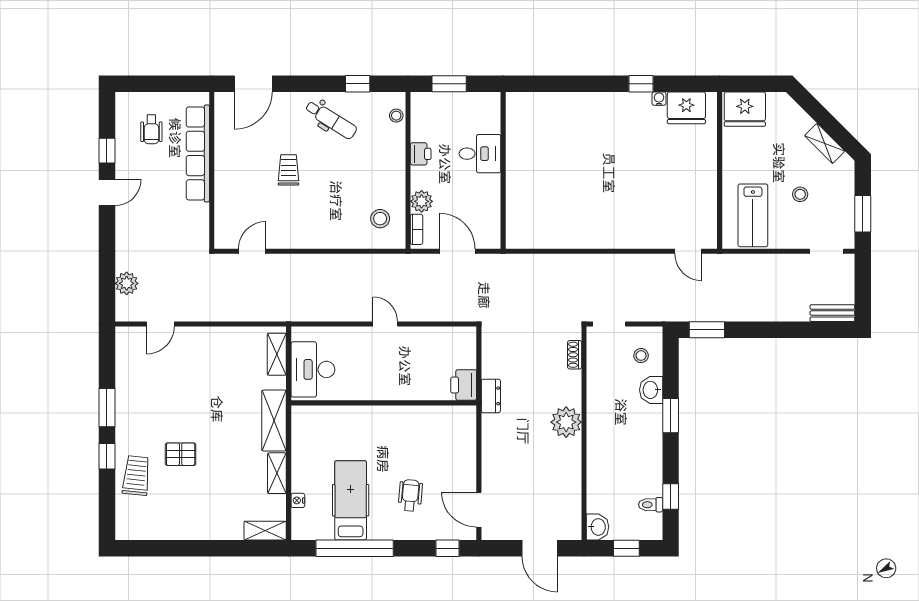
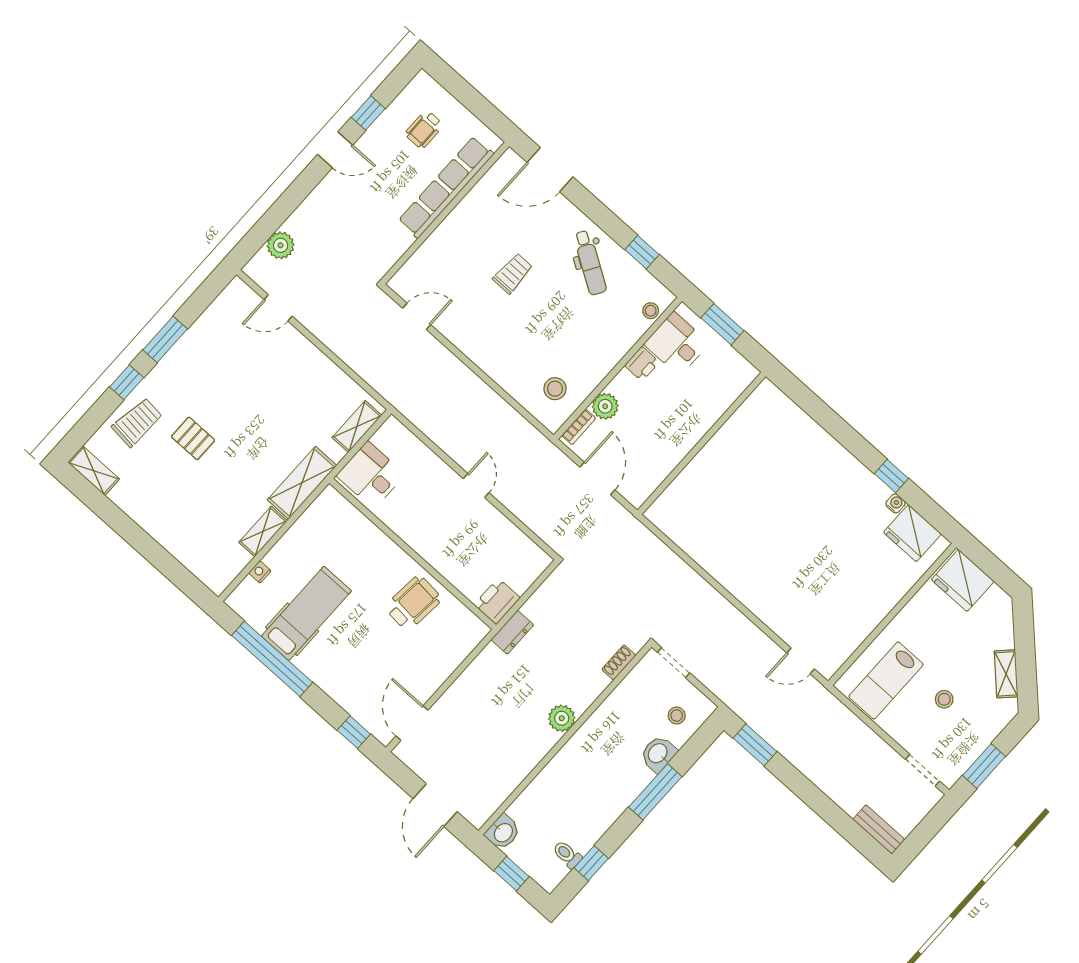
desk: (480, 154) -> (677, 344), moved, turned 180
door: (688, 251) -> (801, 661), hinge flipped
desk: (313, 369) -> (371, 475), width x0.73
window: (671, 416) -> (655, 792), width x1.44
plant: (566, 422) -> (562, 718), width x0.73, depth x0.73
wheelchair: (410, 495) -> (413, 603), moved, width x1.36, depth x1.37
shelving: (265, 531) -> (94, 471), moved

